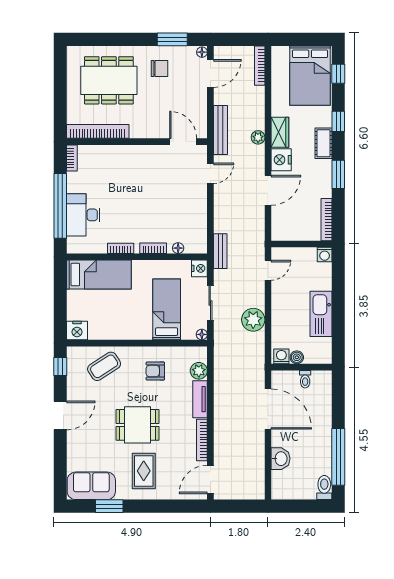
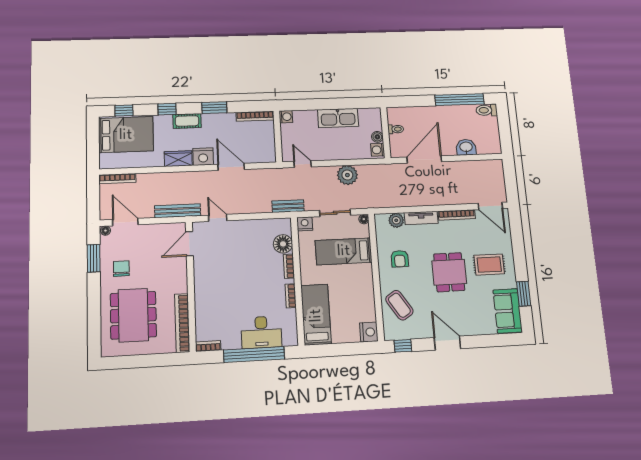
plant: (258, 137) -> (183, 177), removed
floor lamp: (178, 248) -> (283, 244), width x1.89, depth x1.89

